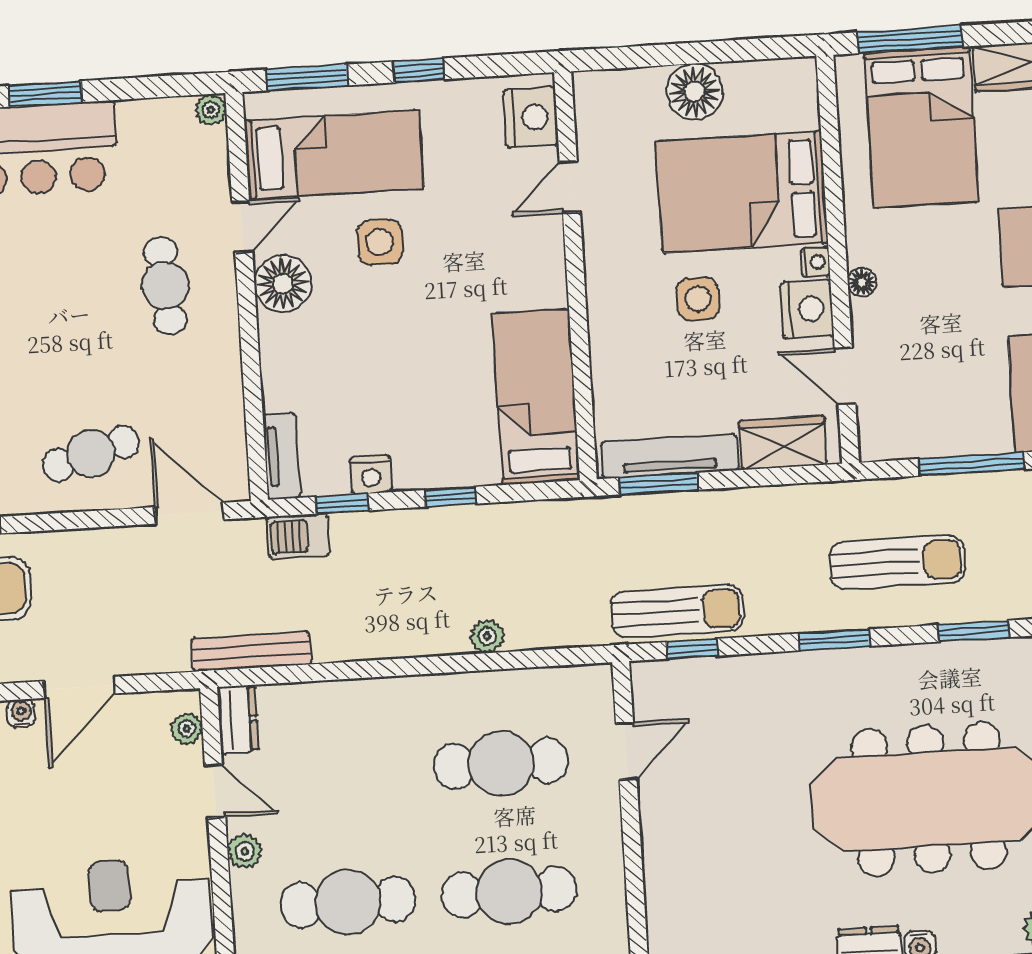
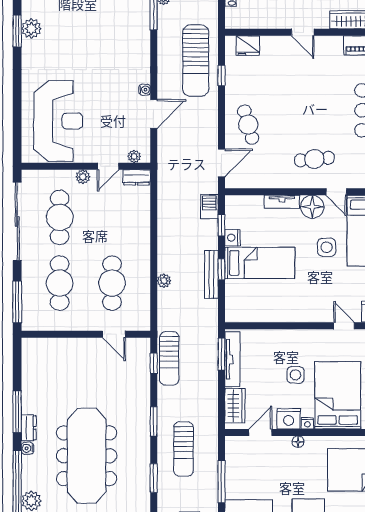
bed: (536, 397) -> (260, 263), moved
tv unit: (281, 456) -> (282, 202), moved
bench: (251, 651) -> (211, 274), moved
door: (79, 687) -> (154, 114), swing flipped

